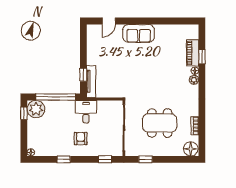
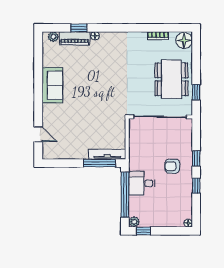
sofa: (139, 33) -> (52, 85), moved
window: (83, 75) -> (99, 163), width x2.17
plant: (194, 80) -> (53, 37), moved
plant: (36, 109) -> (134, 222), width x0.53, depth x0.53
desk: (86, 112) -> (142, 183), moved
dining table: (160, 123) -> (171, 79), moved
window: (105, 159) -> (196, 158), moved

